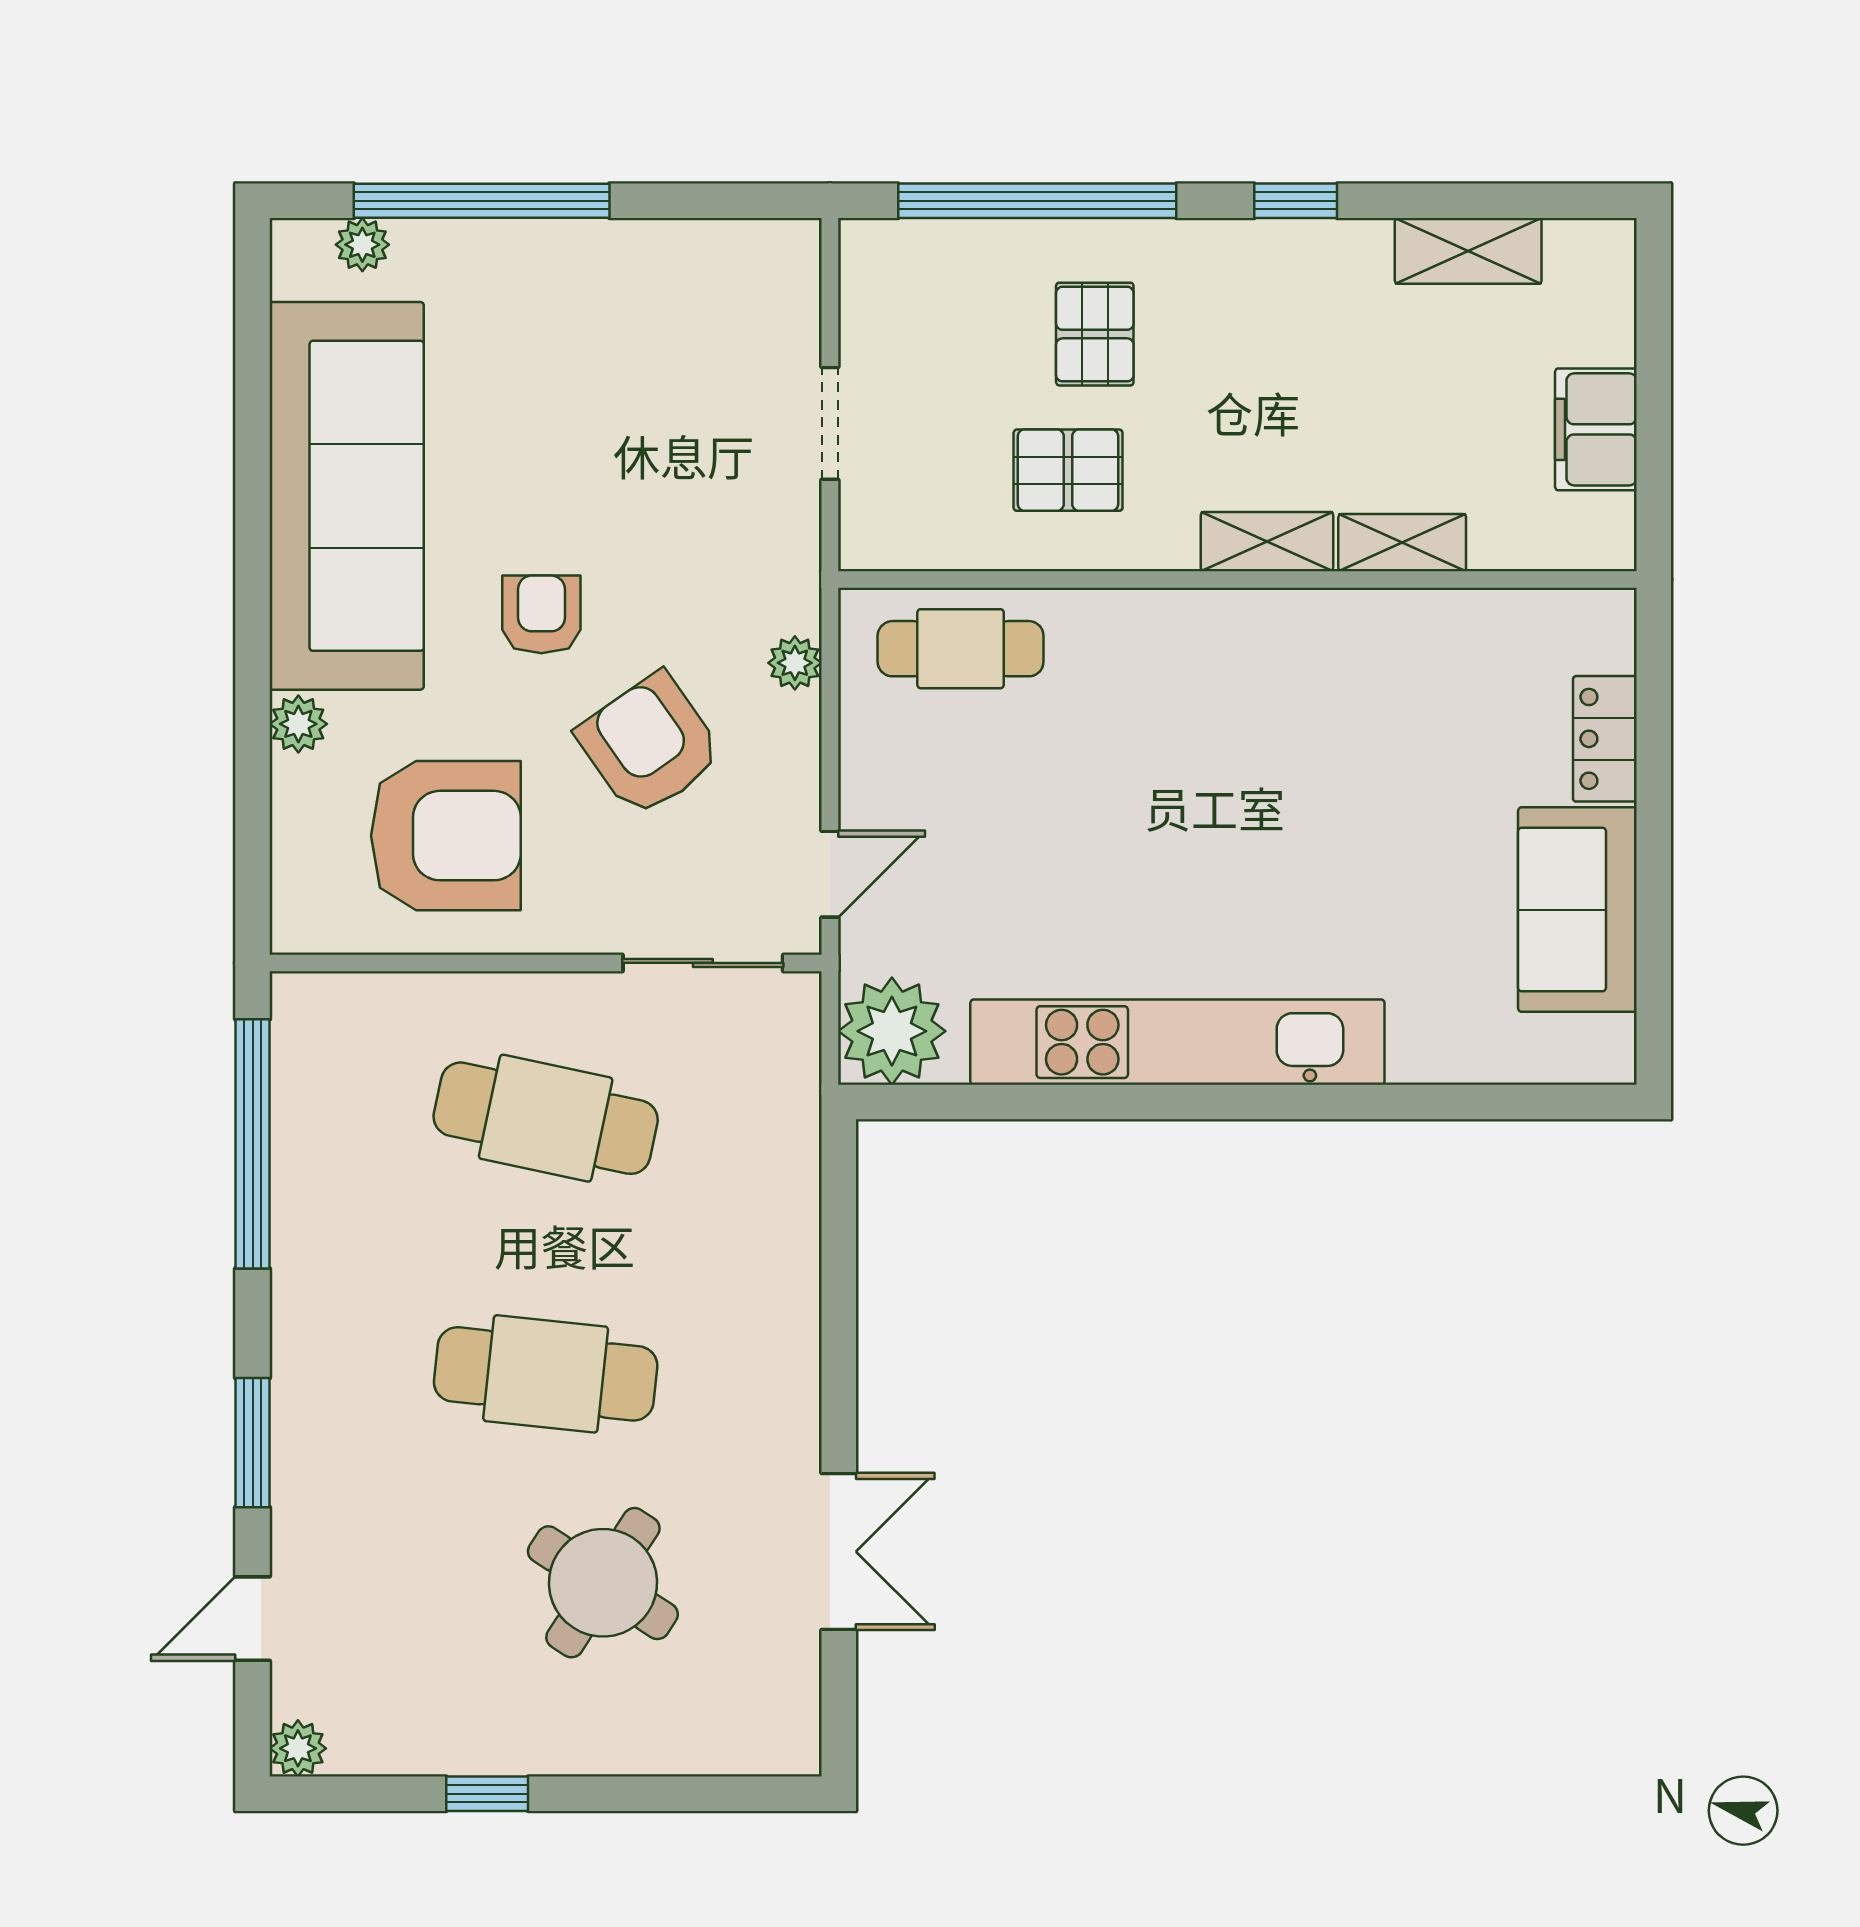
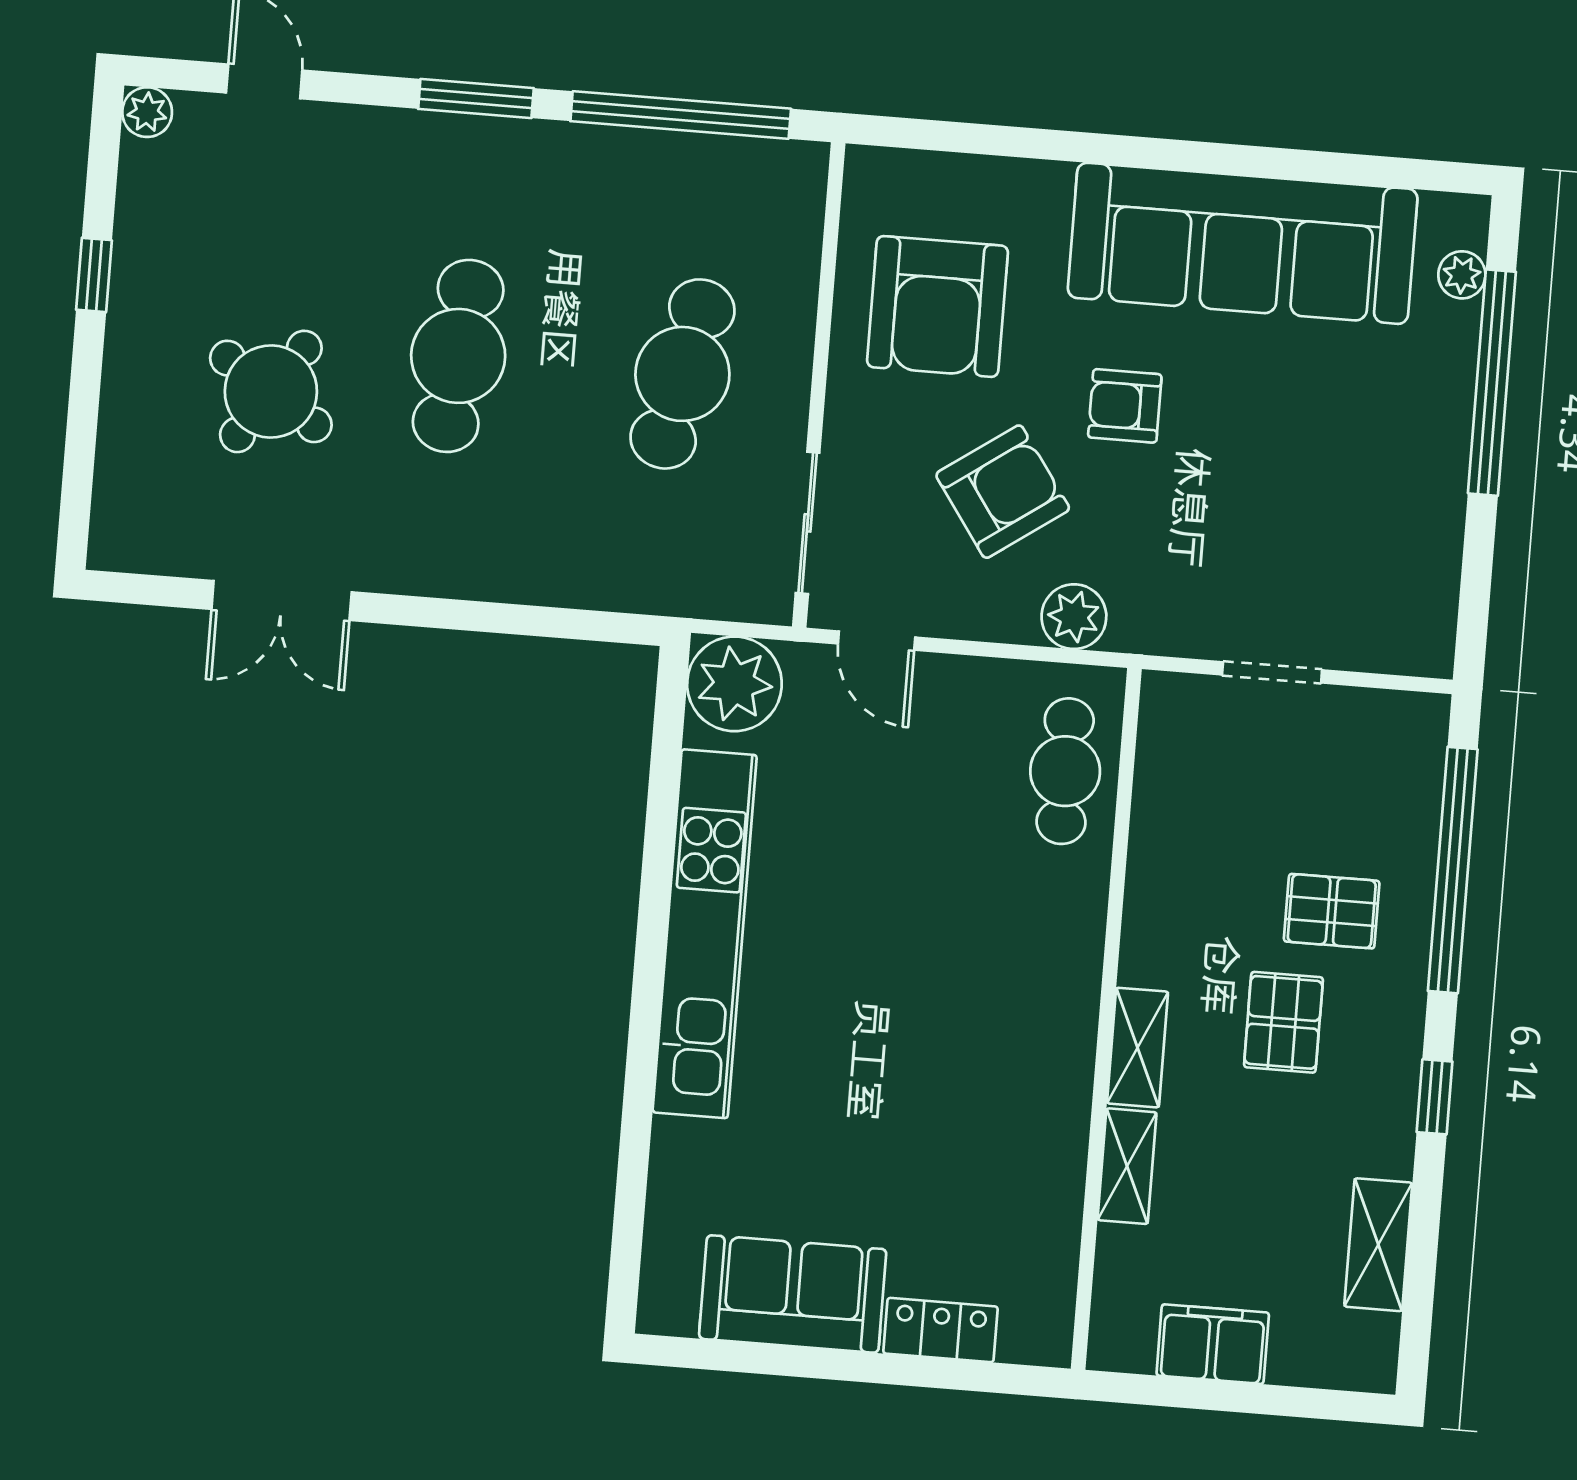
pallet: (1068, 470) -> (1283, 1022), moved
armchair: (541, 614) -> (1125, 406), turned 180
plant: (795, 663) -> (1074, 617), width x1.38, depth x1.38
plant: (298, 724) -> (1046, 185), removed
window: (253, 1443) -> (476, 99), moved

